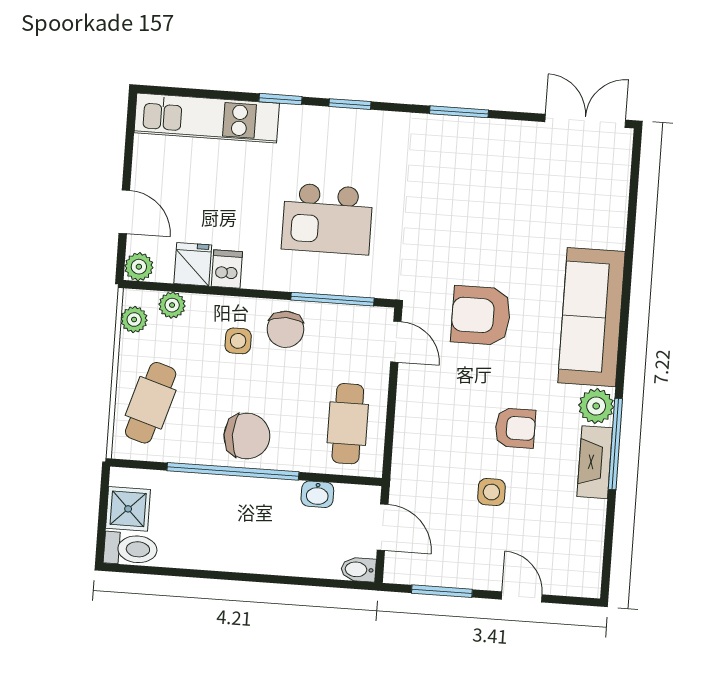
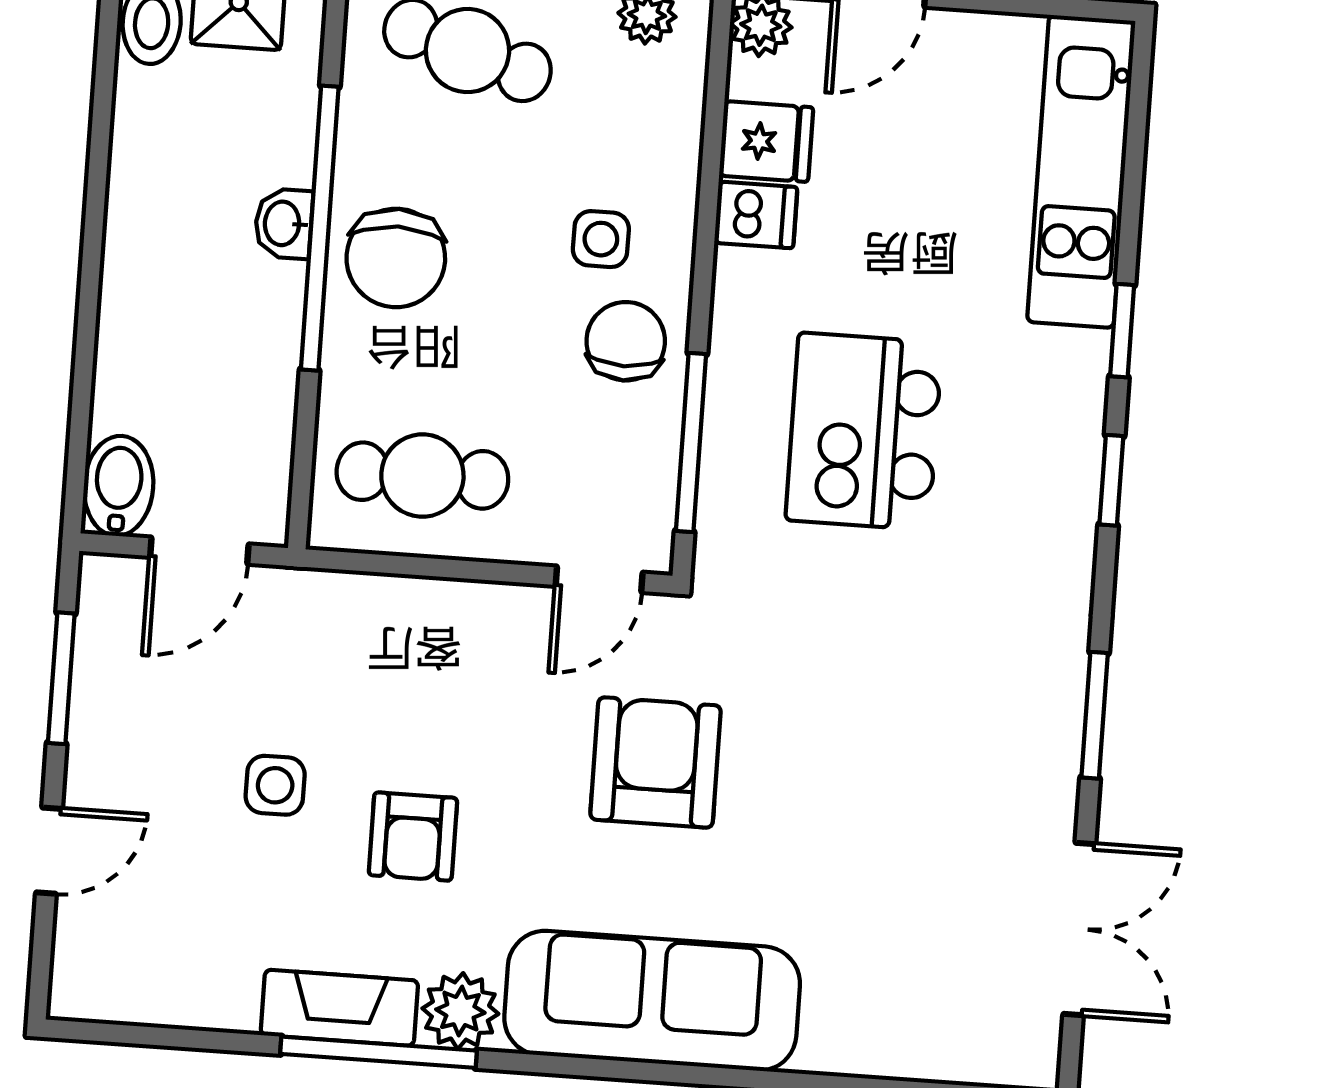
double door: (585, 121) -> (1079, 929), moved
plant: (172, 305) -> (678, 97), removed
chair: (285, 329) -> (626, 341), turned 90
washbasin: (317, 494) -> (284, 224), moved
bidet: (358, 569) -> (119, 486), width x1.38, depth x1.36

